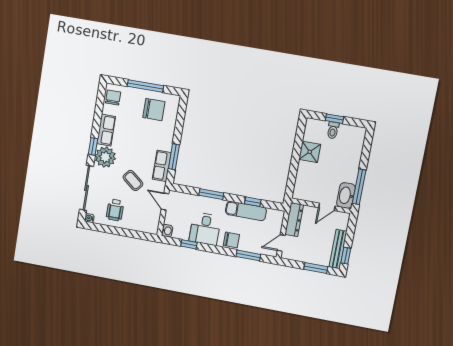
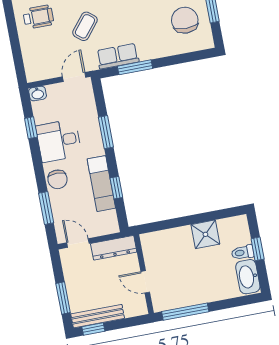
chair: (154, 110) -> (185, 20), turned 180
washbasin: (346, 196) -> (248, 277), moved, turned -90
wheelchair: (115, 210) -> (38, 17), turned 180

